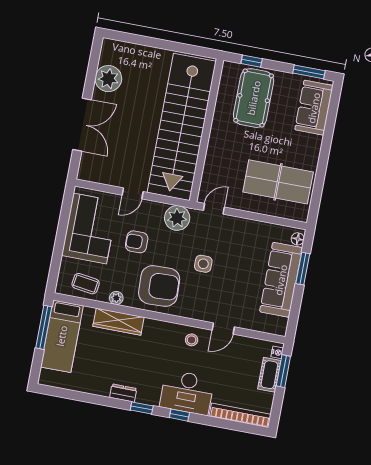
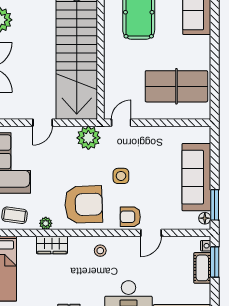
floor lamp: (298, 239) -> (205, 218), moved
armchair: (137, 242) -> (130, 217), moved
window: (303, 269) -> (215, 205), moved
wardrobe: (118, 322) -> (52, 245), width x0.67
stool: (192, 340) -> (100, 251), moved

